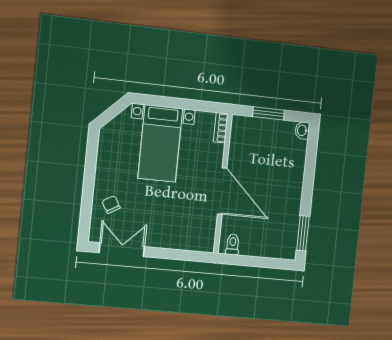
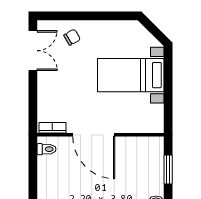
bookcase: (221, 128) -> (52, 128), moved
door: (222, 191) -> (94, 135), hinge flipped

